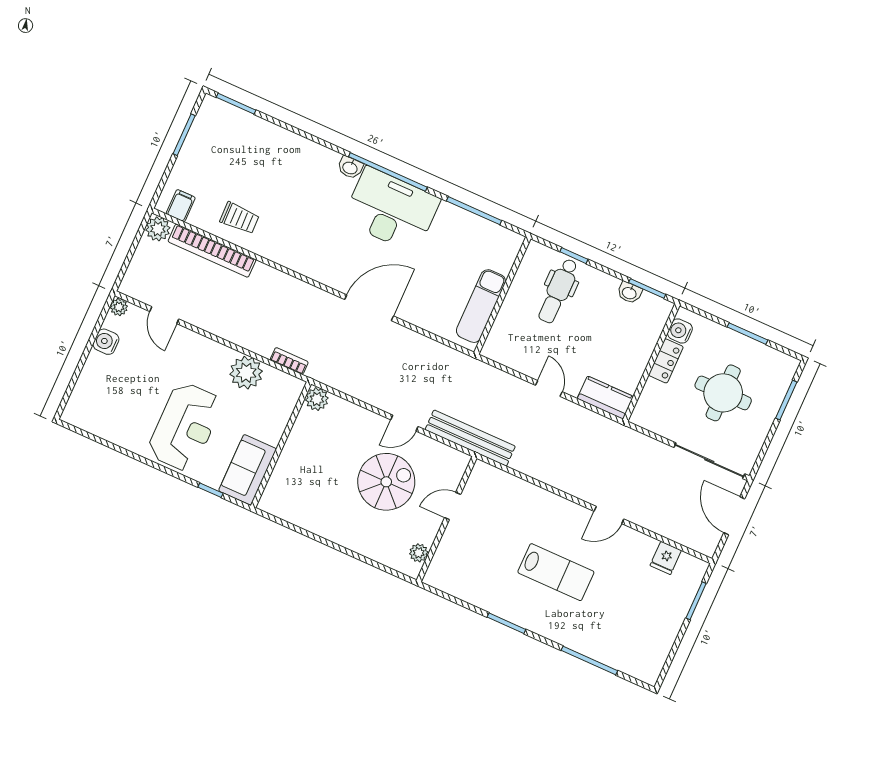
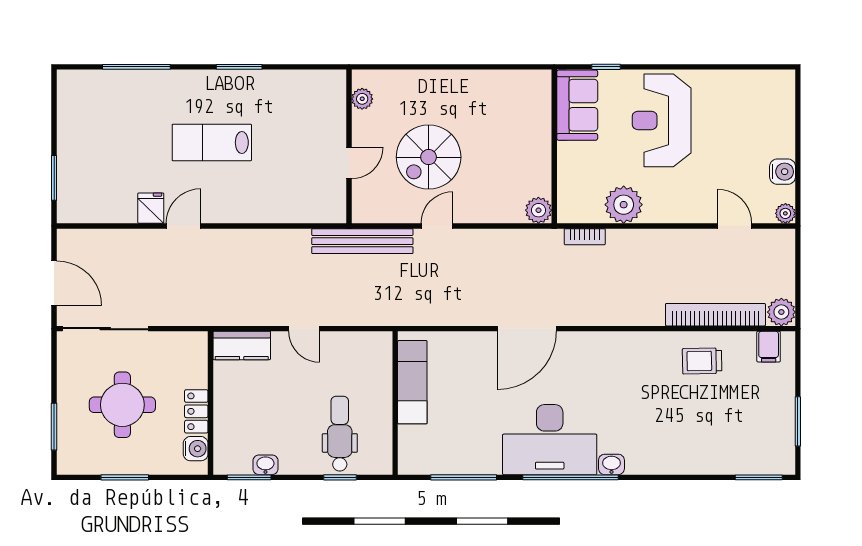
fridge: (666, 558) -> (151, 208), moved

